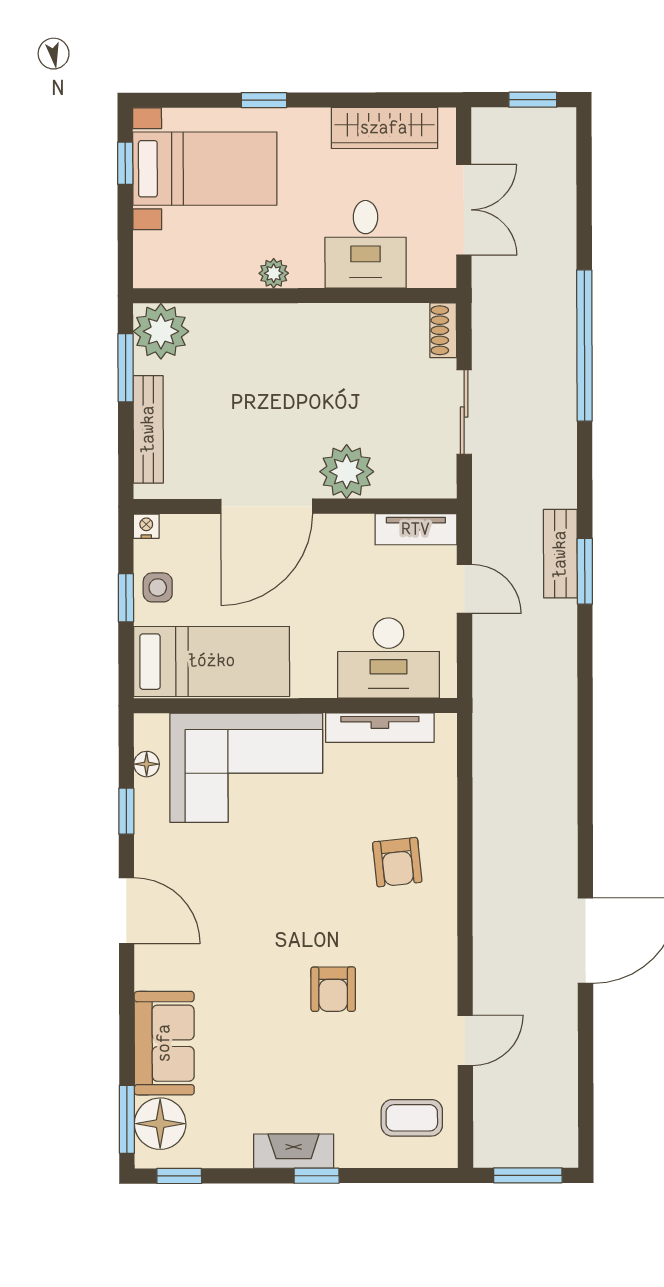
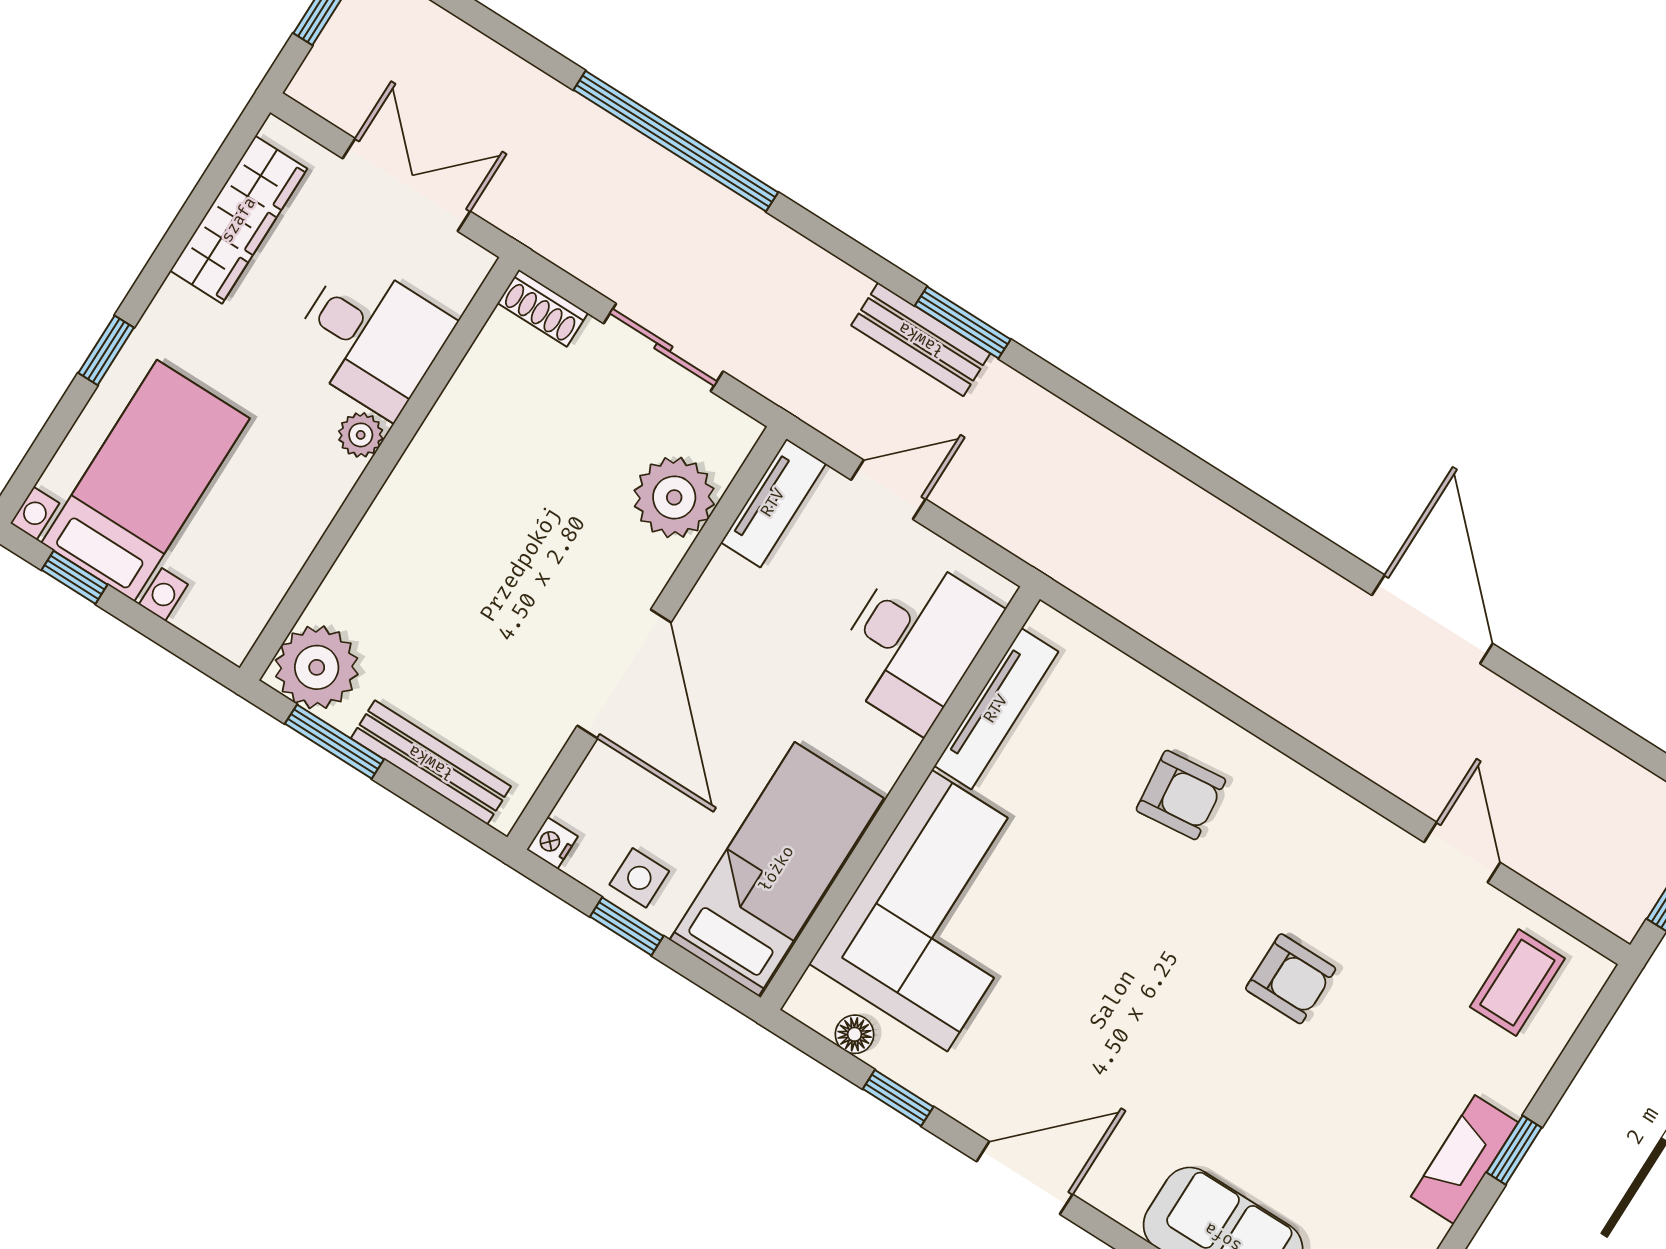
plant: (274, 273) -> (361, 435), moved
plant: (347, 472) -> (674, 497), moved

